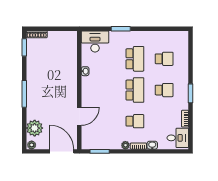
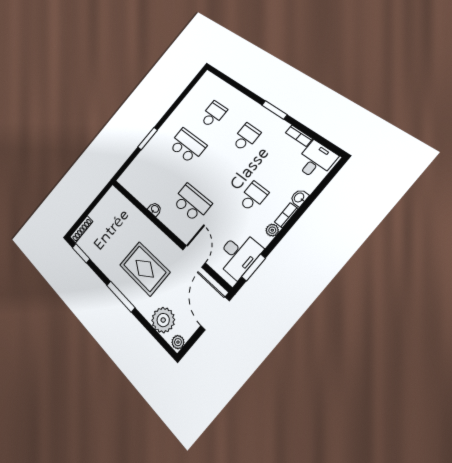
desk: (95, 41) -> (239, 254), moved, turned 180
school desk: (135, 90) -> (192, 203), moved
rug: (50, 94) -> (145, 269), added
door: (62, 151) -> (215, 313), hinge flipped

